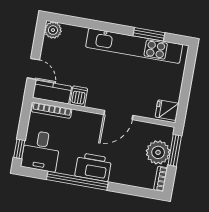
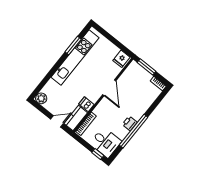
plant: (158, 152) -> (142, 77), removed
printer: (93, 167) -> (130, 123), width x0.53, depth x0.68

